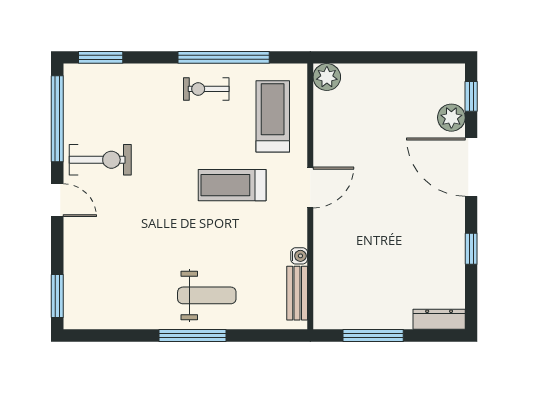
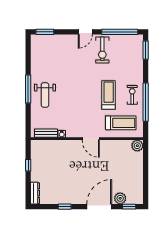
treadmill: (232, 185) -> (109, 95), moved
window: (373, 335) -> (28, 165), width x0.46

